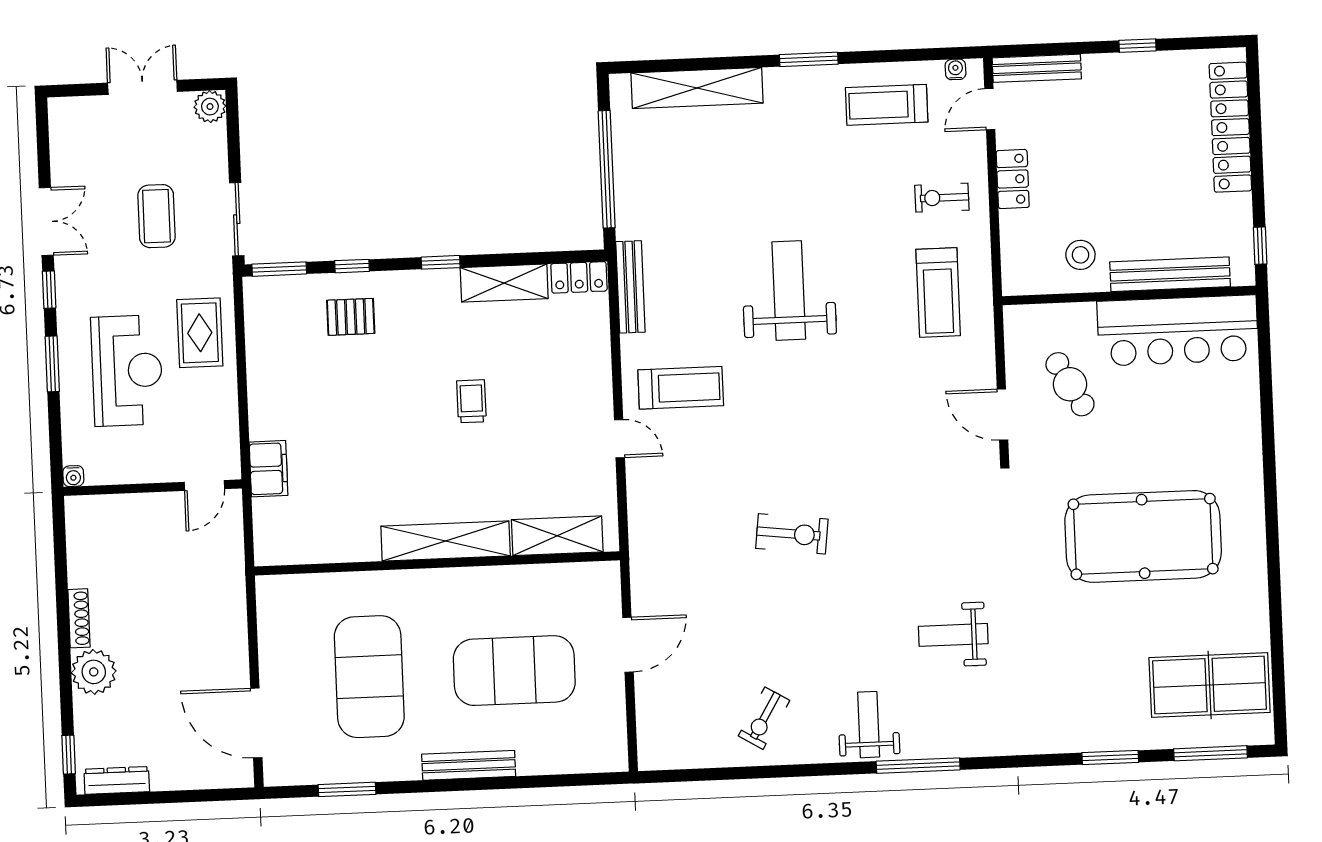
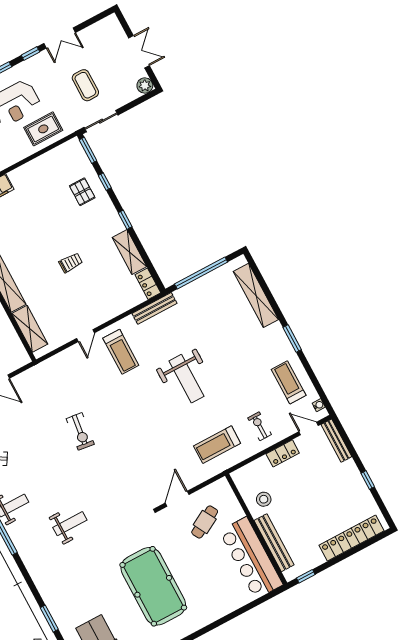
coffee table: (156, 216) -> (85, 85), turned 90
weight bench: (789, 290) -> (186, 379), turned 90
weight bench: (953, 635) -> (70, 524), turned 90

